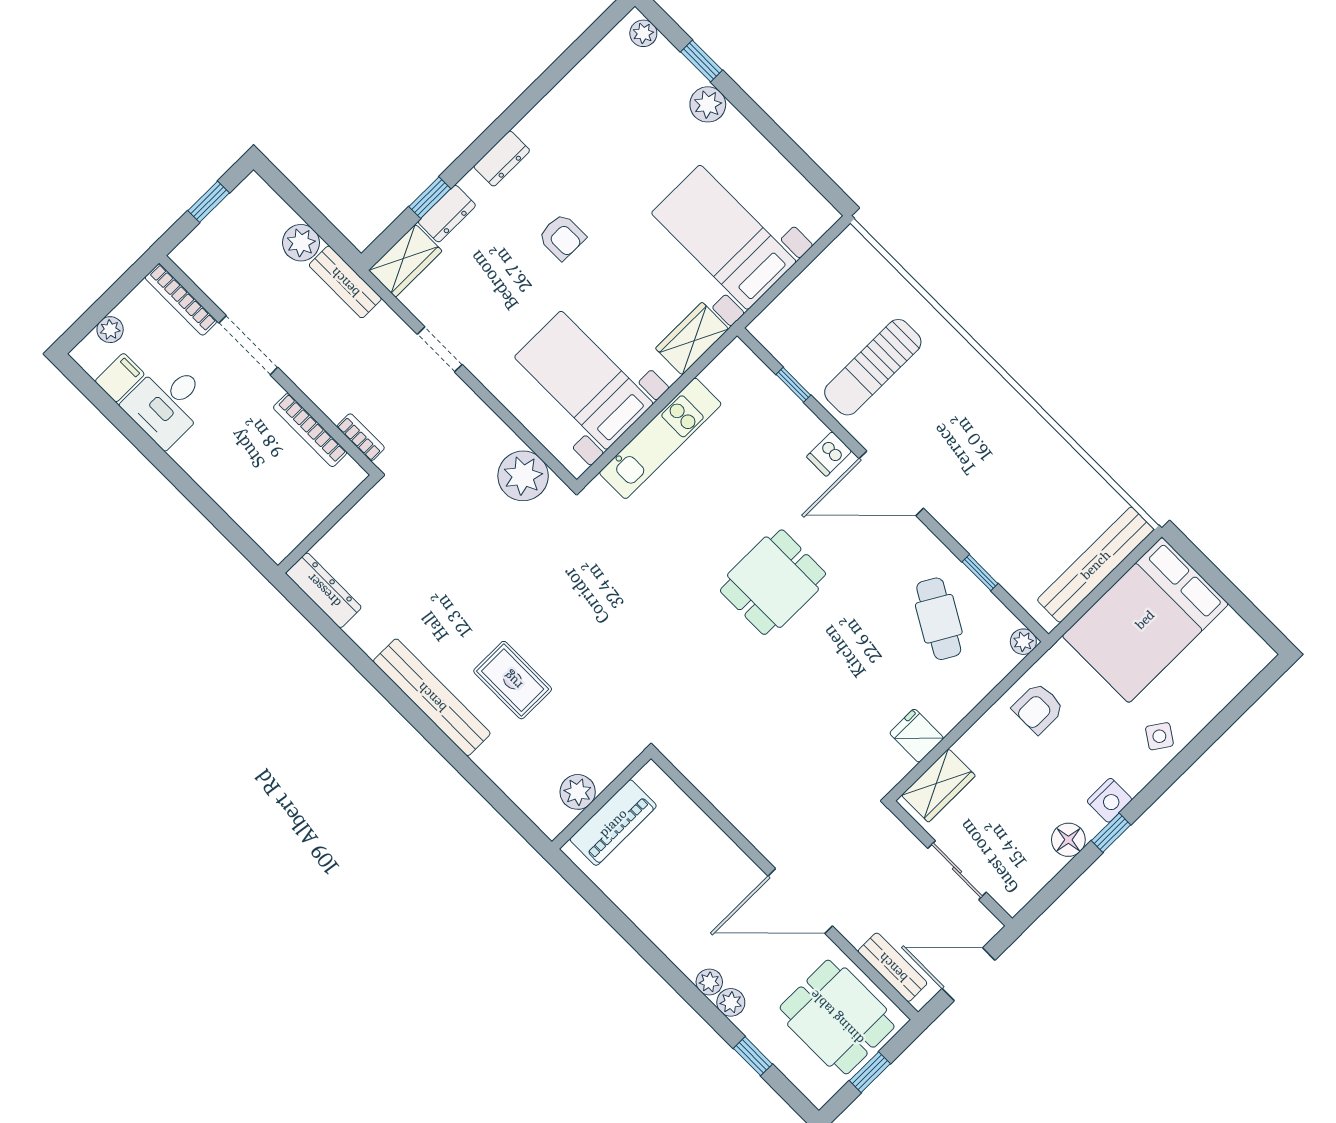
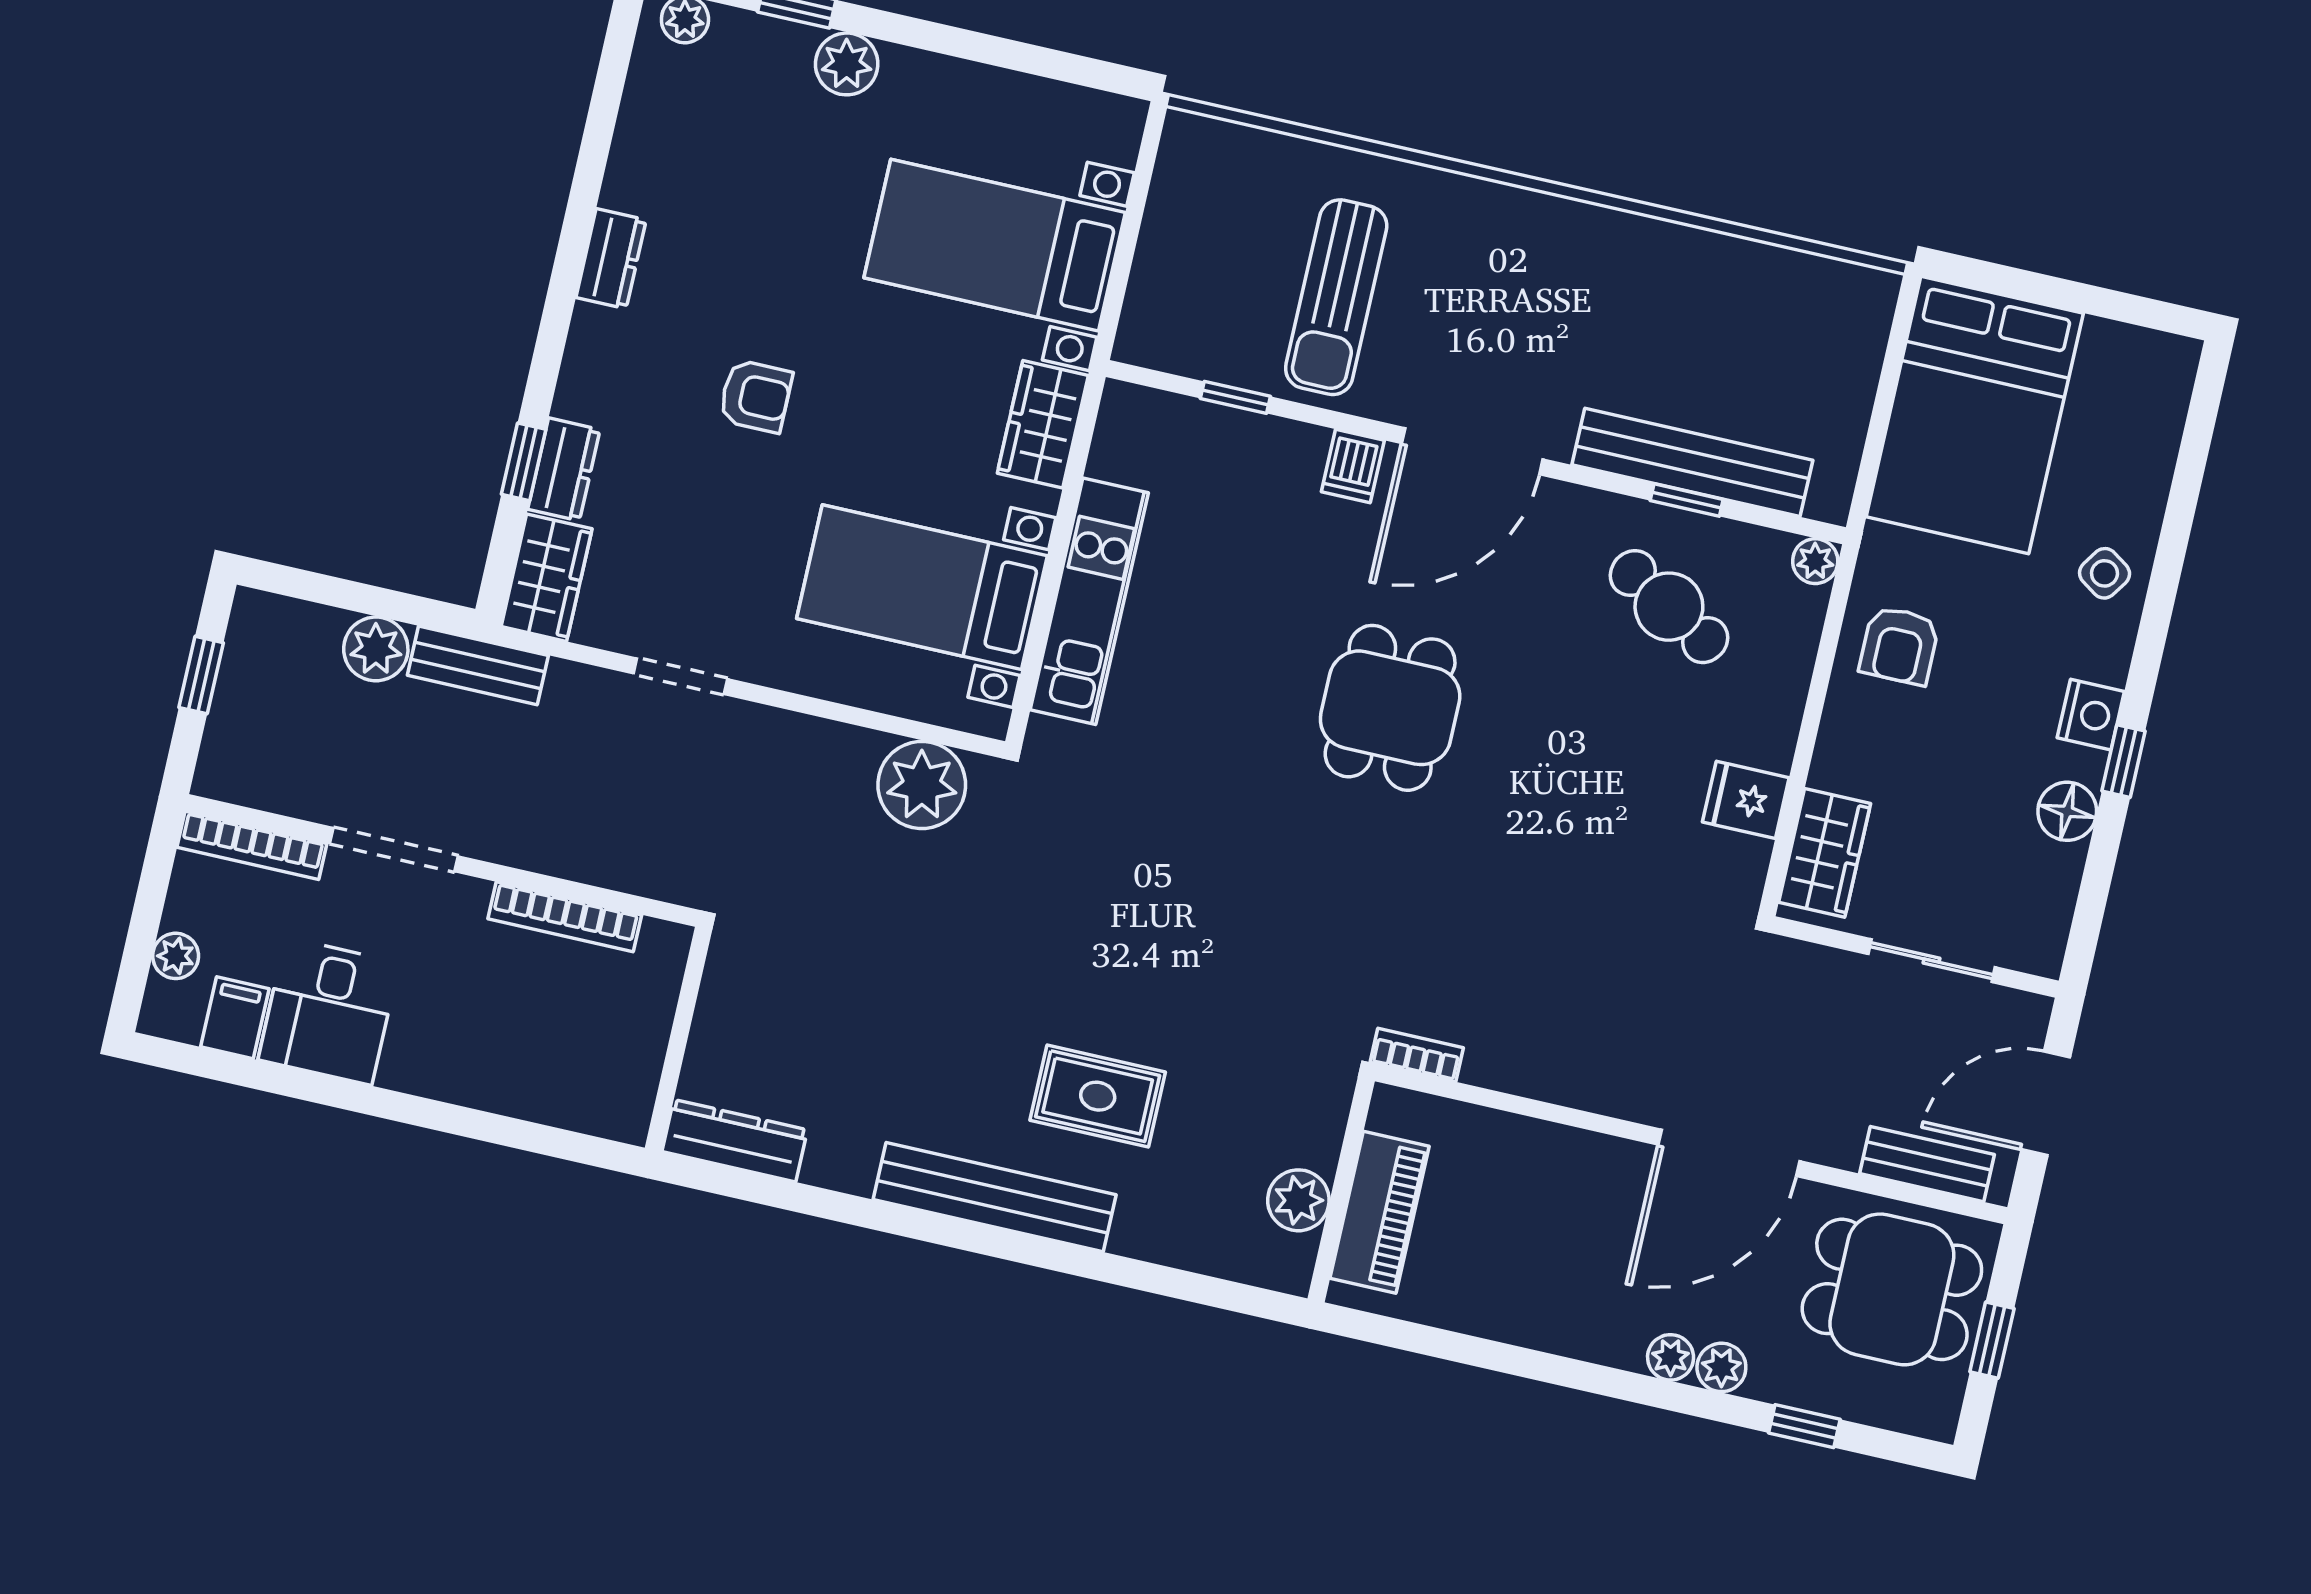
dresser: (502, 159) -> (611, 259), moved
bookcase: (361, 437) -> (1417, 1055), moved
bench: (1096, 565) -> (1692, 462), moved, turned 90

